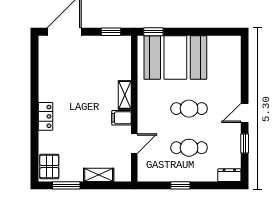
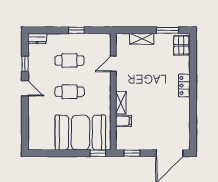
door: (245, 113) -> (25, 88), hinge flipped
filing cabinet: (122, 118) -> (123, 121), moved

